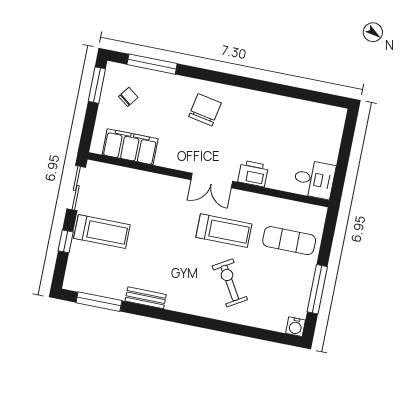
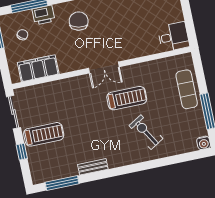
printer: (253, 174) -> (43, 15), moved, turned 180
exercise mat: (289, 241) -> (187, 89), moved, turned 90

